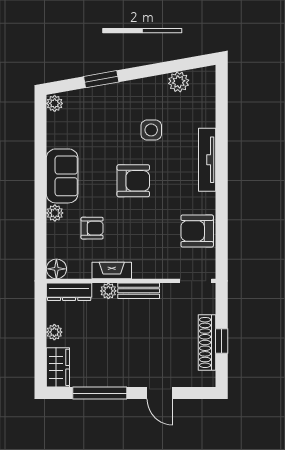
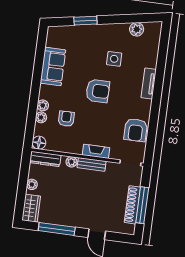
plant: (55, 103) -> (41, 117), moved
tv unit: (207, 160) -> (149, 84), width x0.71
sofa: (62, 176) -> (53, 66), moved
armchair: (92, 228) -> (66, 119), turned -90
armchair: (197, 231) -> (136, 130), turned -90
fireplace: (112, 270) -> (96, 151), moved
window: (222, 341) -> (142, 205), width x2.17

